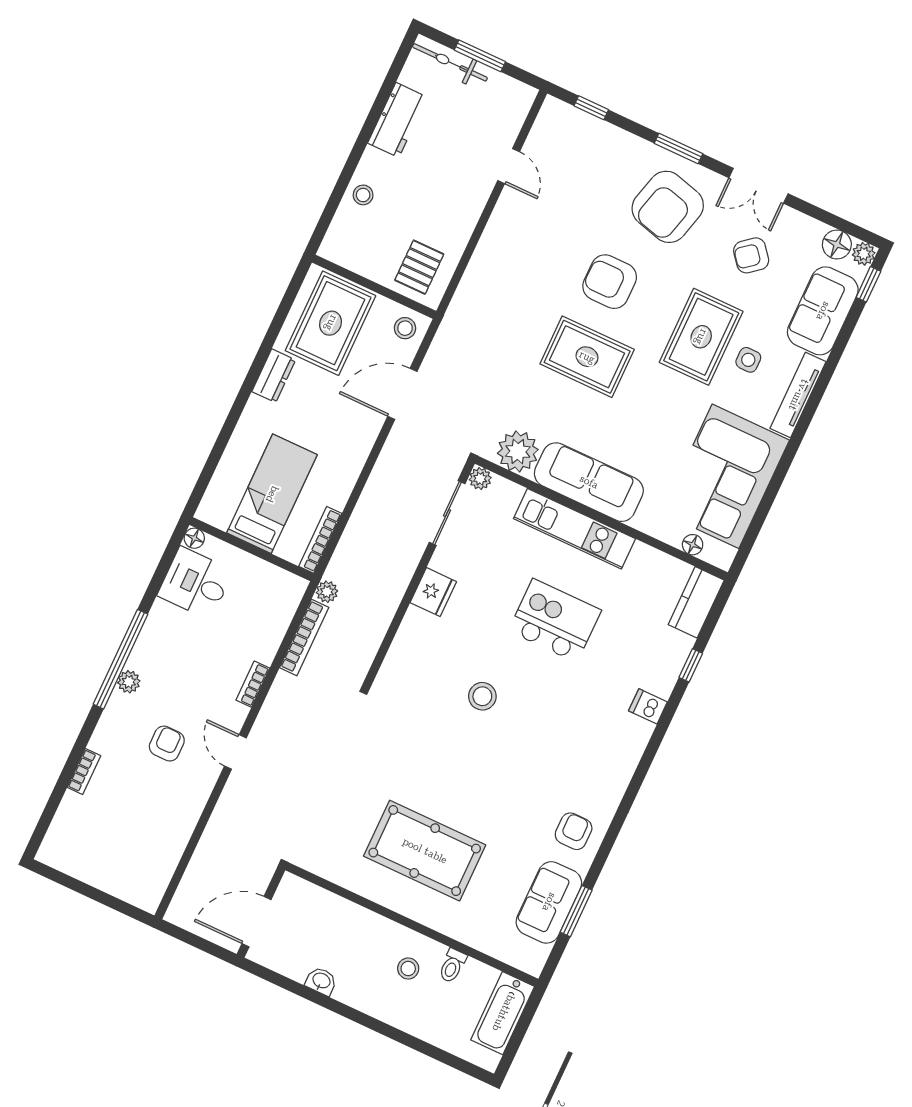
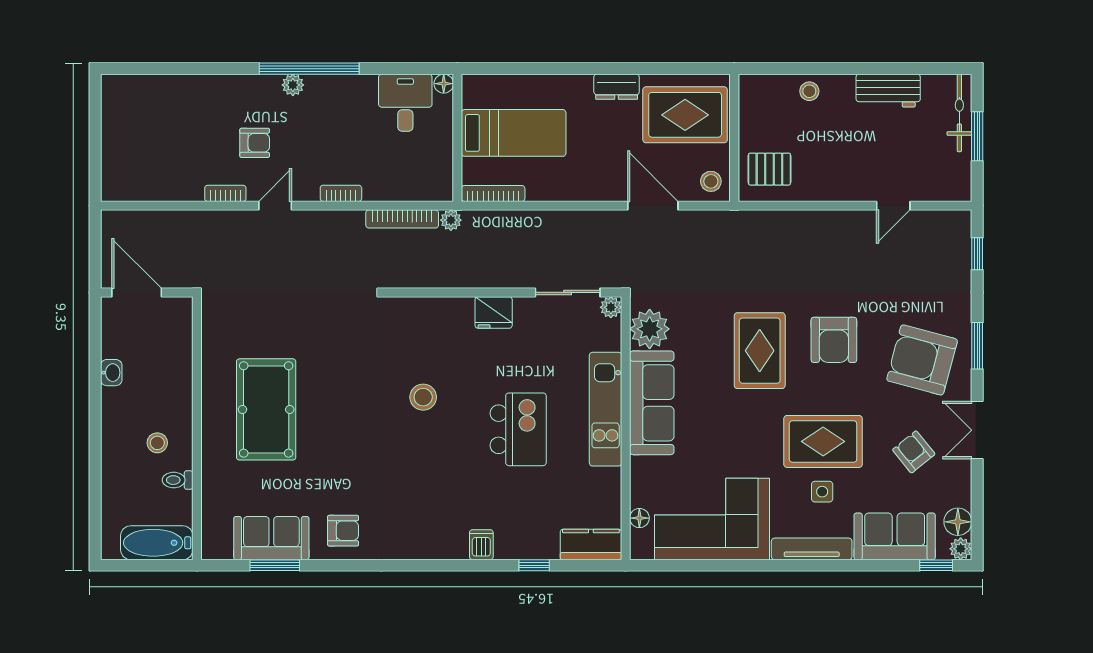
armchair: (610, 282) -> (834, 340), turned 180
bookcase: (84, 771) -> (225, 193), moved, turned 180

